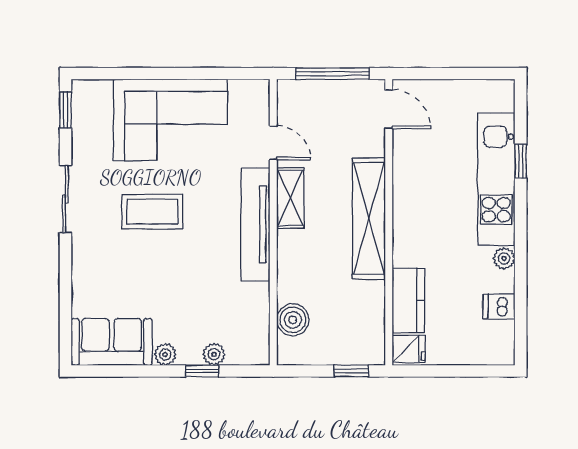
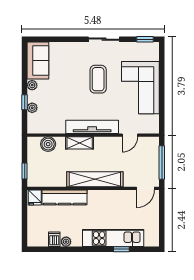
shelving: (290, 198) -> (80, 143), moved
plant: (504, 258) -> (66, 242), moved
kitchen counter: (408, 301) -> (65, 197), width x1.50

